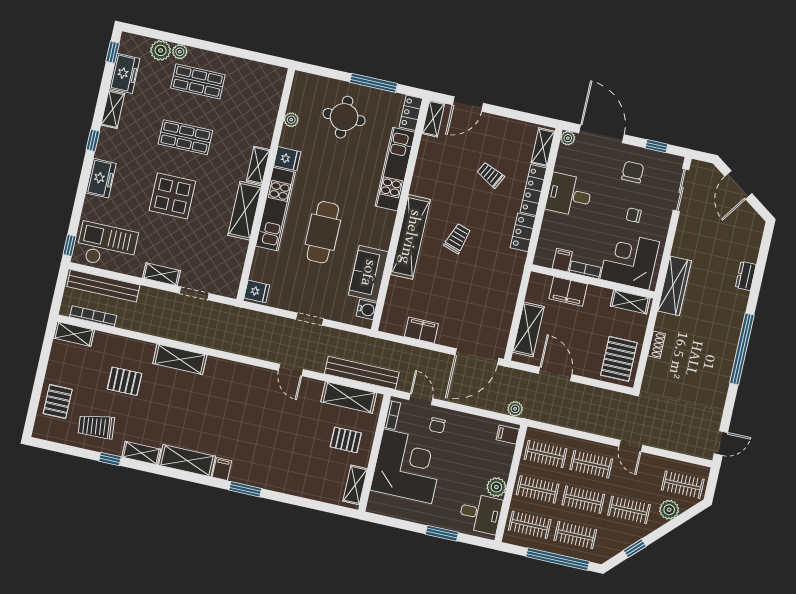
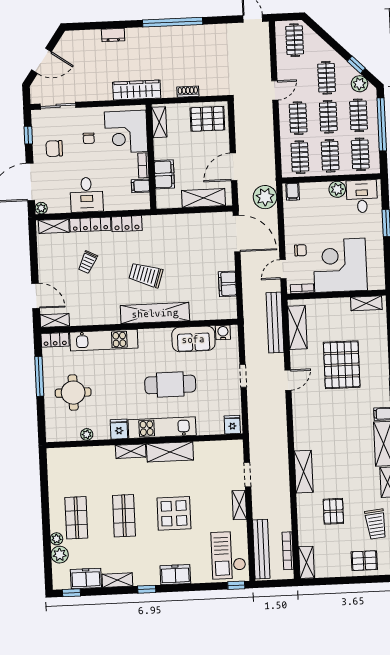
trolley: (457, 238) -> (146, 275), width x1.36, depth x1.39
plant: (515, 409) -> (265, 197), width x1.88, depth x1.88
pallet: (346, 440) -> (342, 365), moved, width x2.05, depth x2.00
plant: (669, 510) -> (360, 84), moved

